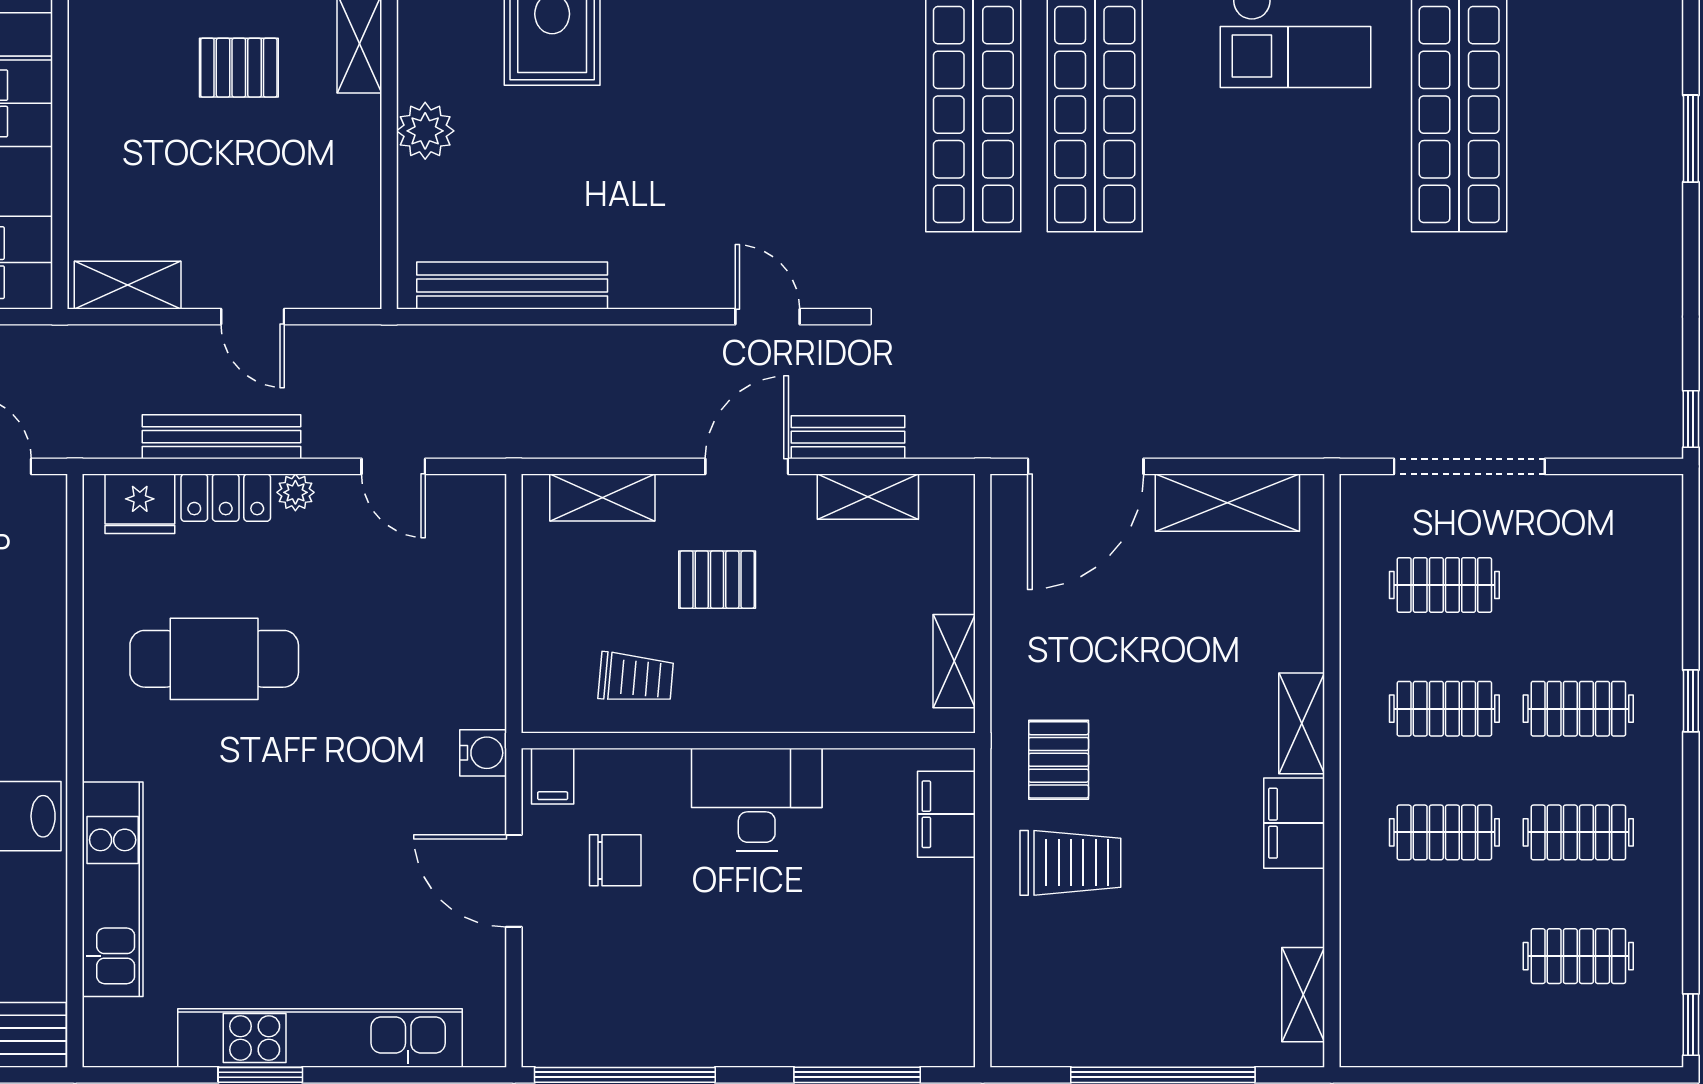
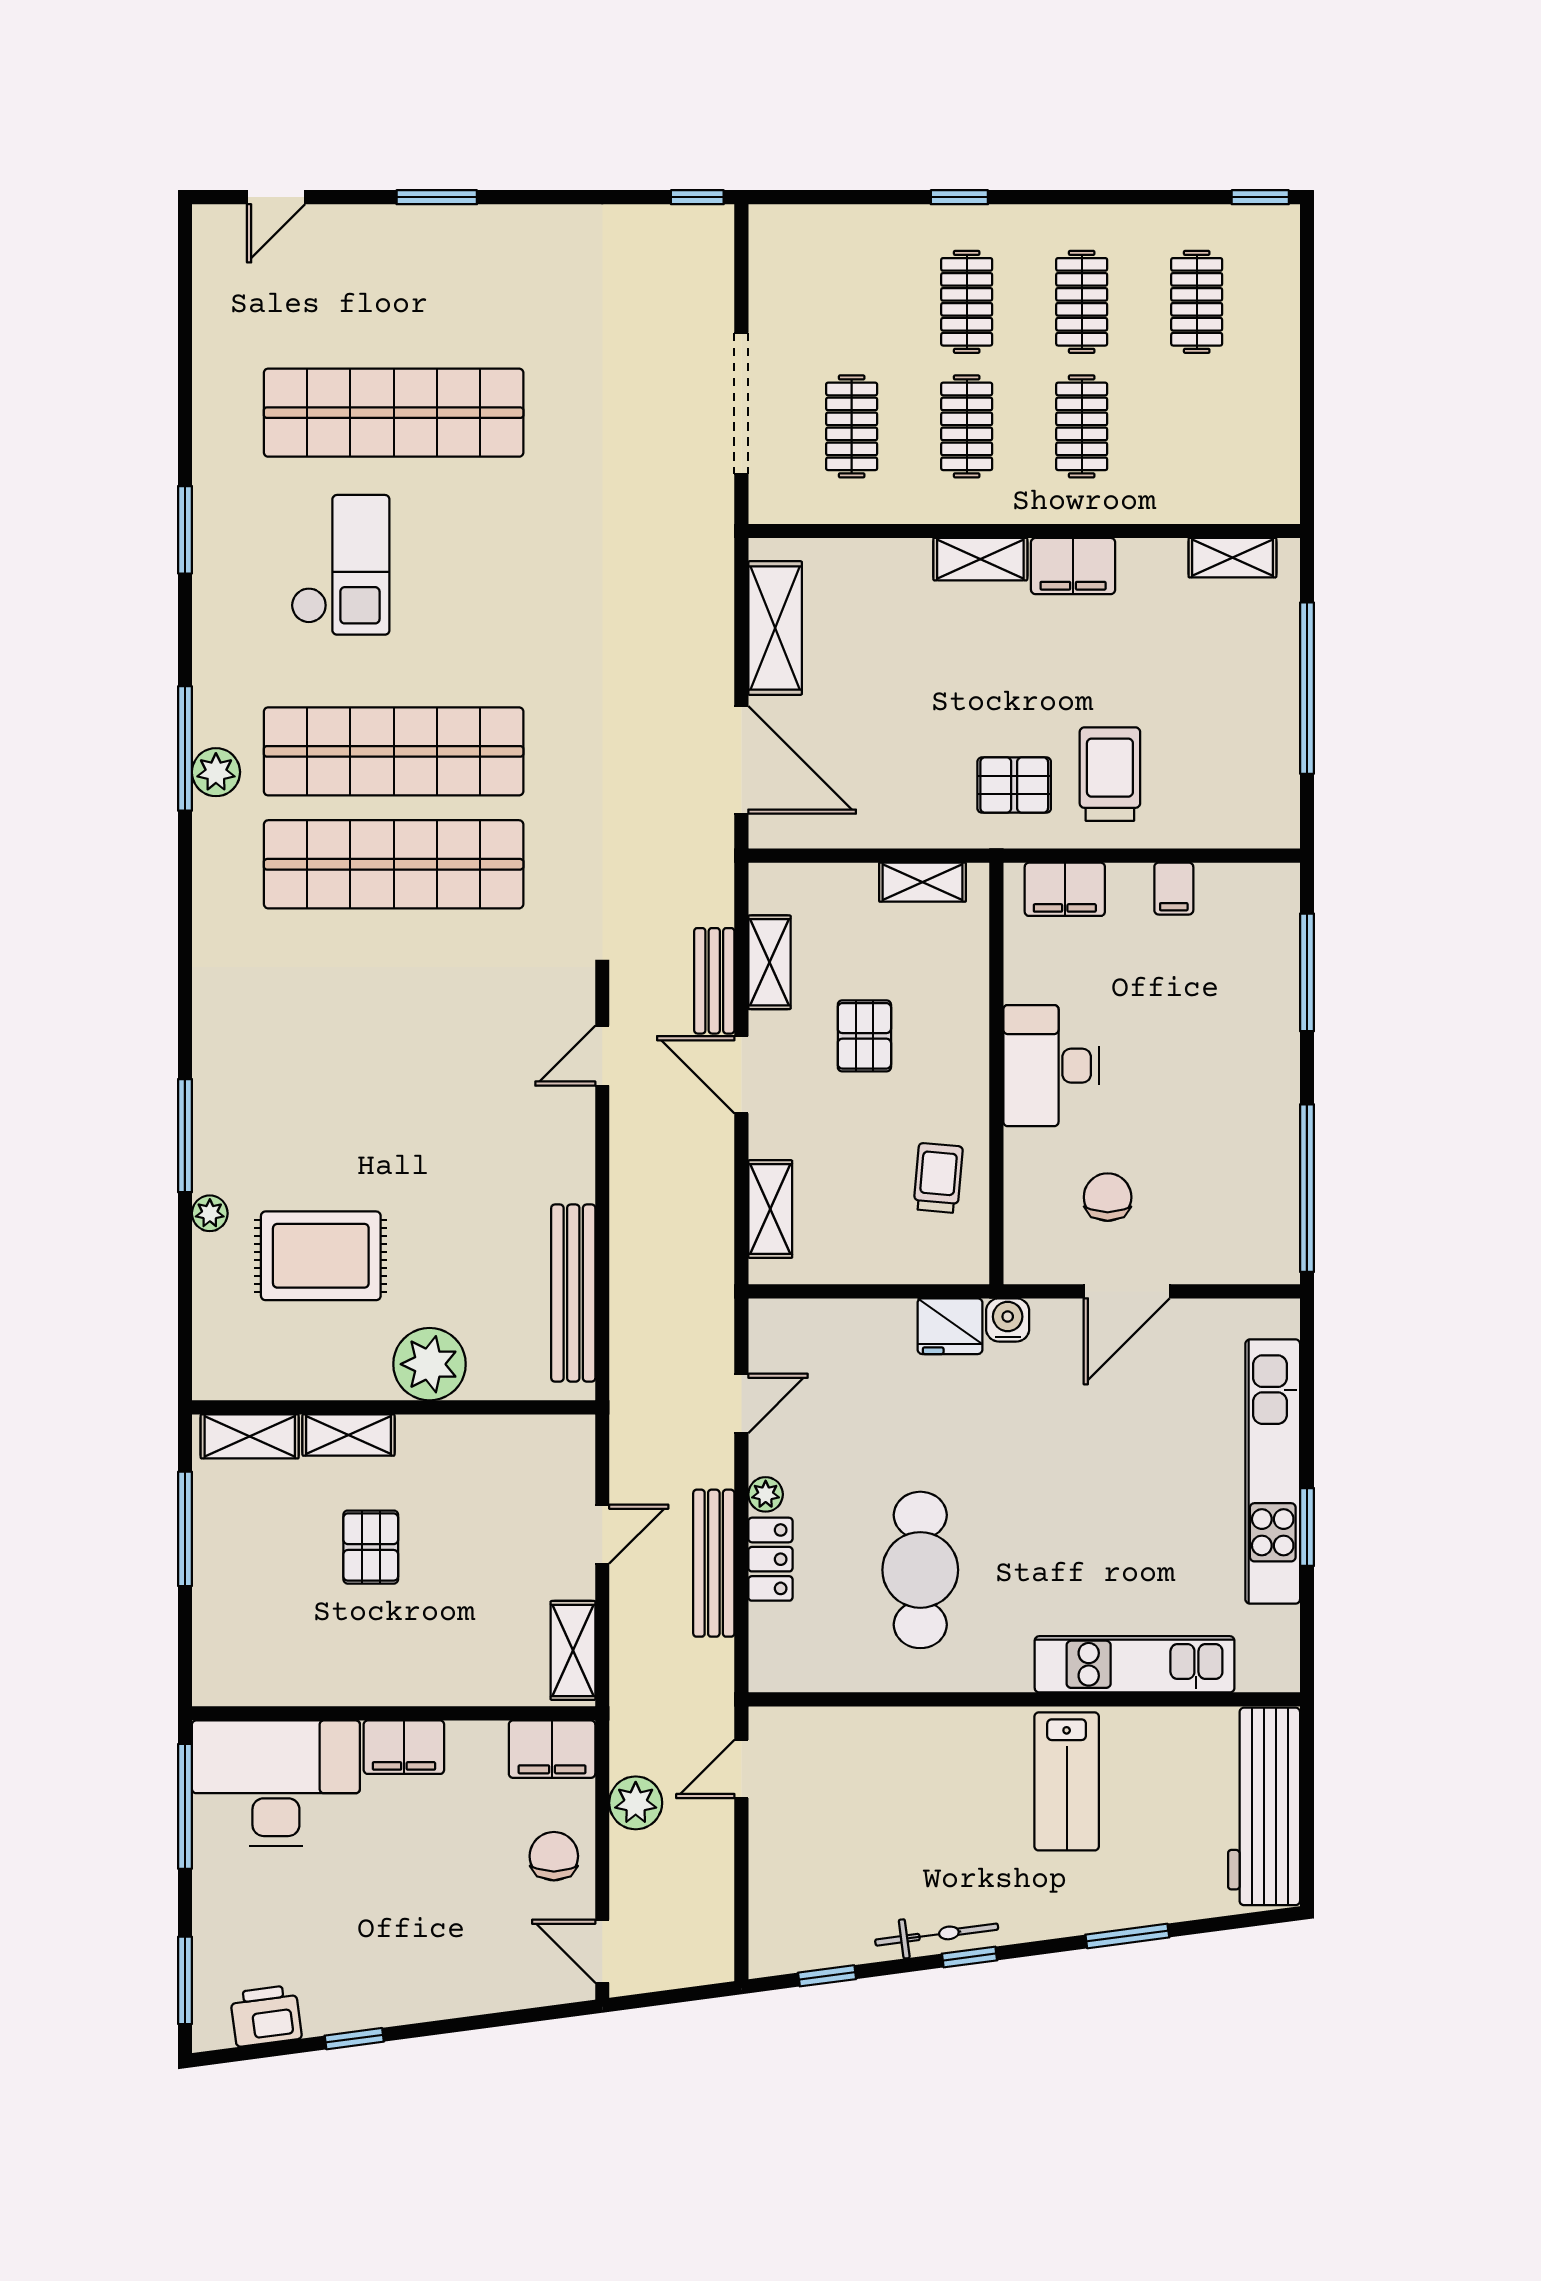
plant: (425, 131) -> (429, 1364), width x1.36, depth x1.36
fridge: (140, 504) -> (950, 1326), moved, turned 90
pallet: (717, 580) -> (864, 1036), moved
filing cabinet: (553, 776) -> (1174, 889), moved, turned 90

